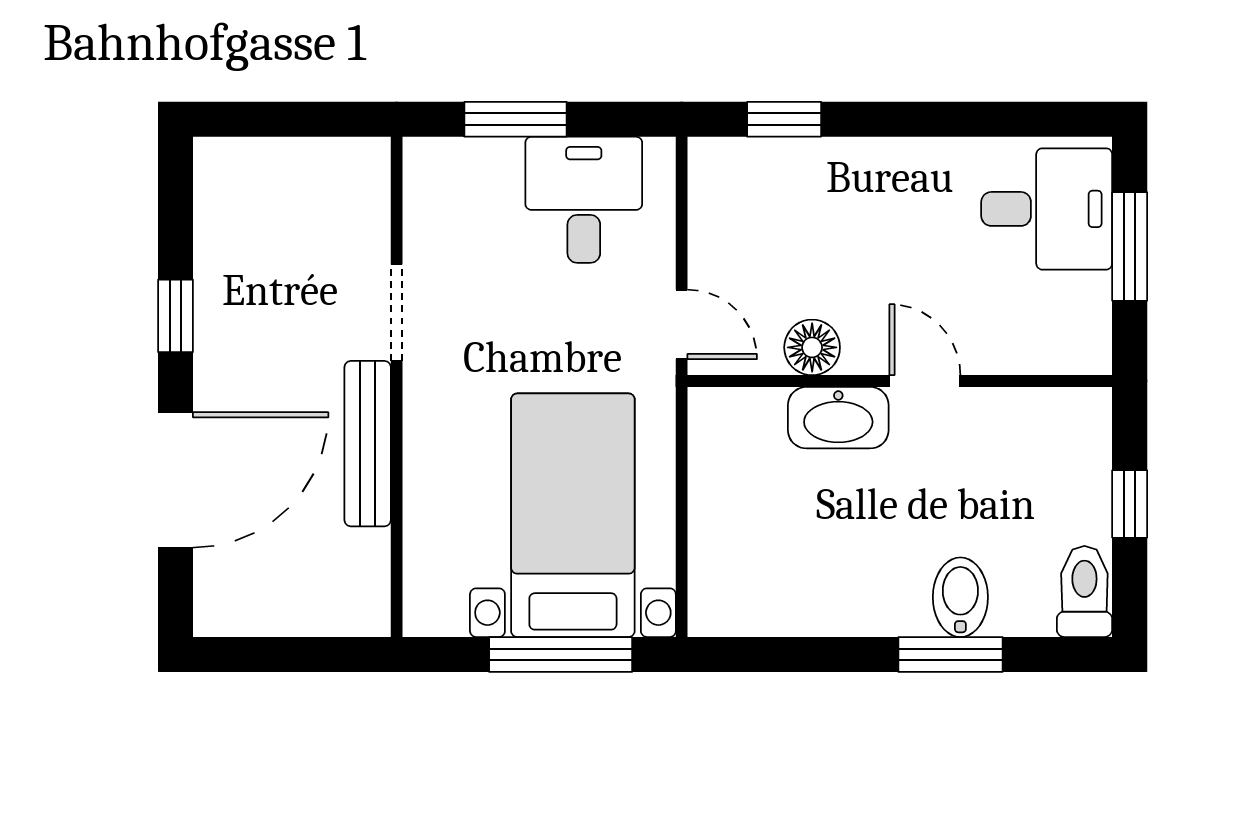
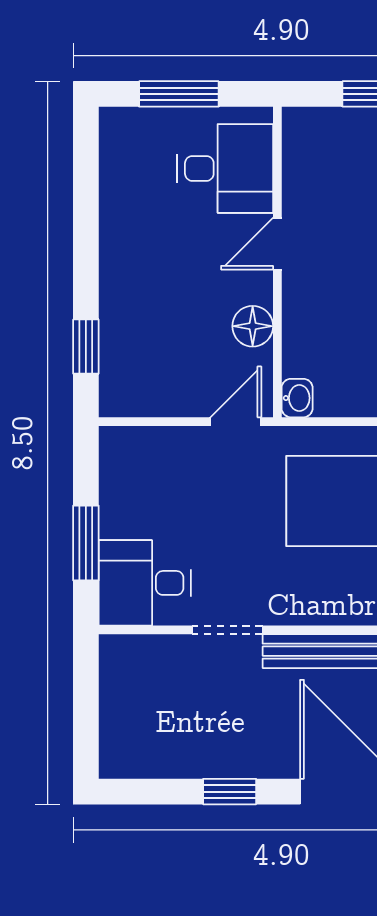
desk: (584, 200) -> (145, 583), moved
desk: (1047, 209) -> (225, 168), moved, turned 90
washbasin: (838, 418) -> (297, 398), moved, width x0.52, depth x0.69

